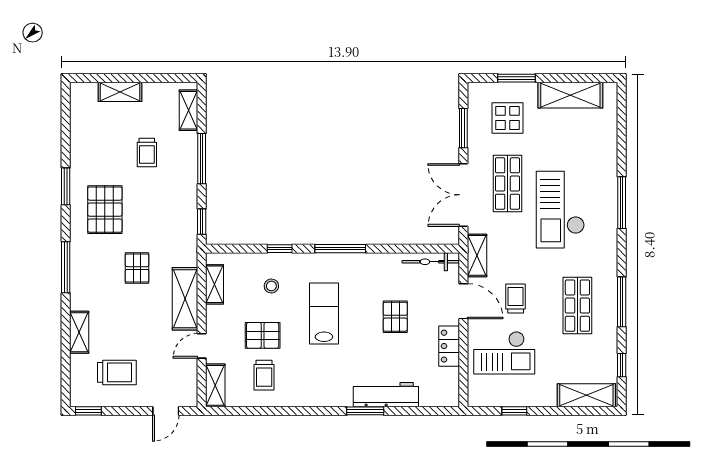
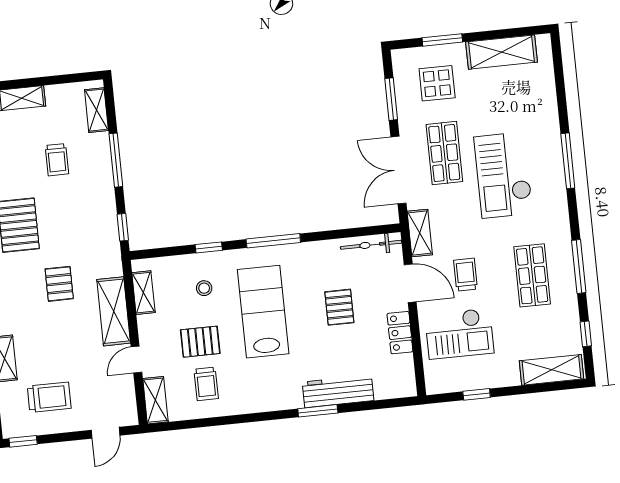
lab bench: (324, 314) -> (263, 312), width x1.36, depth x1.39

